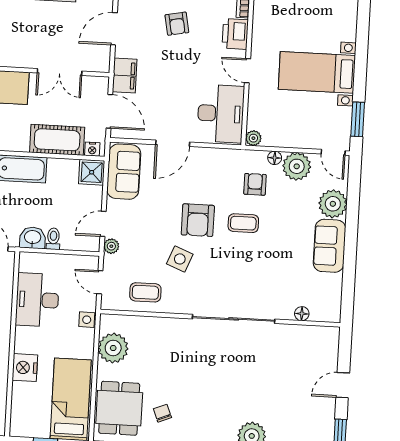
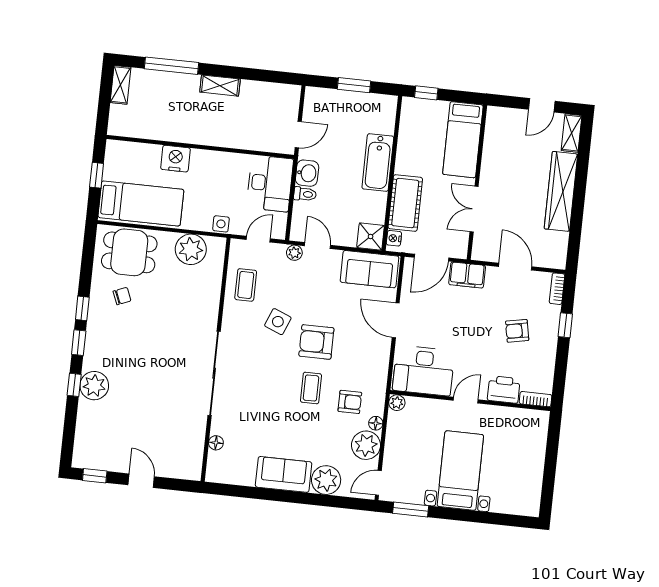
desk: (37, 300) -> (270, 183), moved, turned 90

